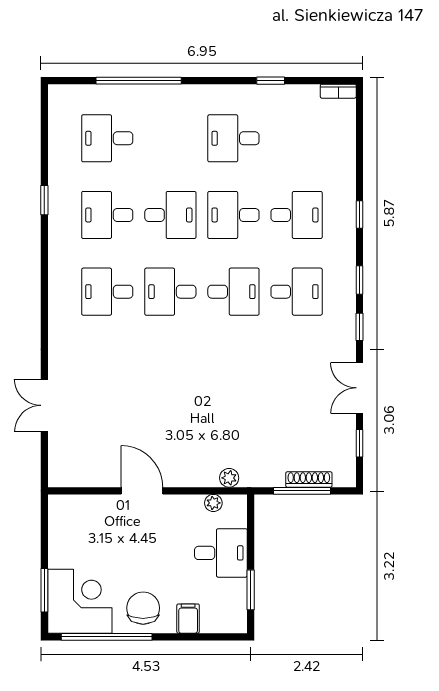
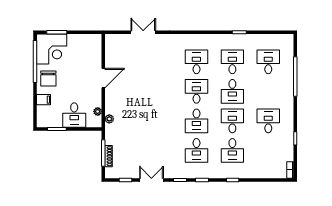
chair: (143, 608) -> (48, 79), turned 90

